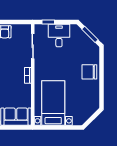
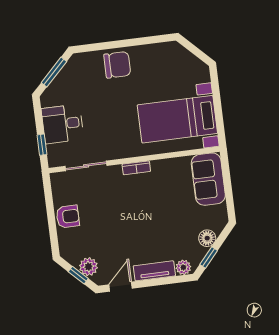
chair: (89, 72) -> (117, 65), turned -90

